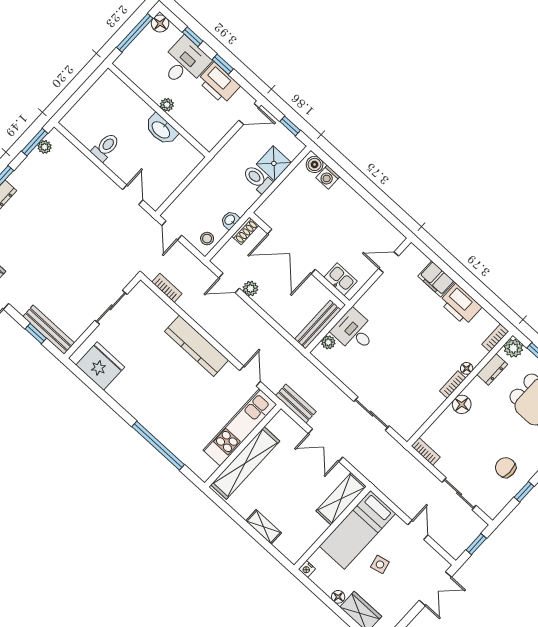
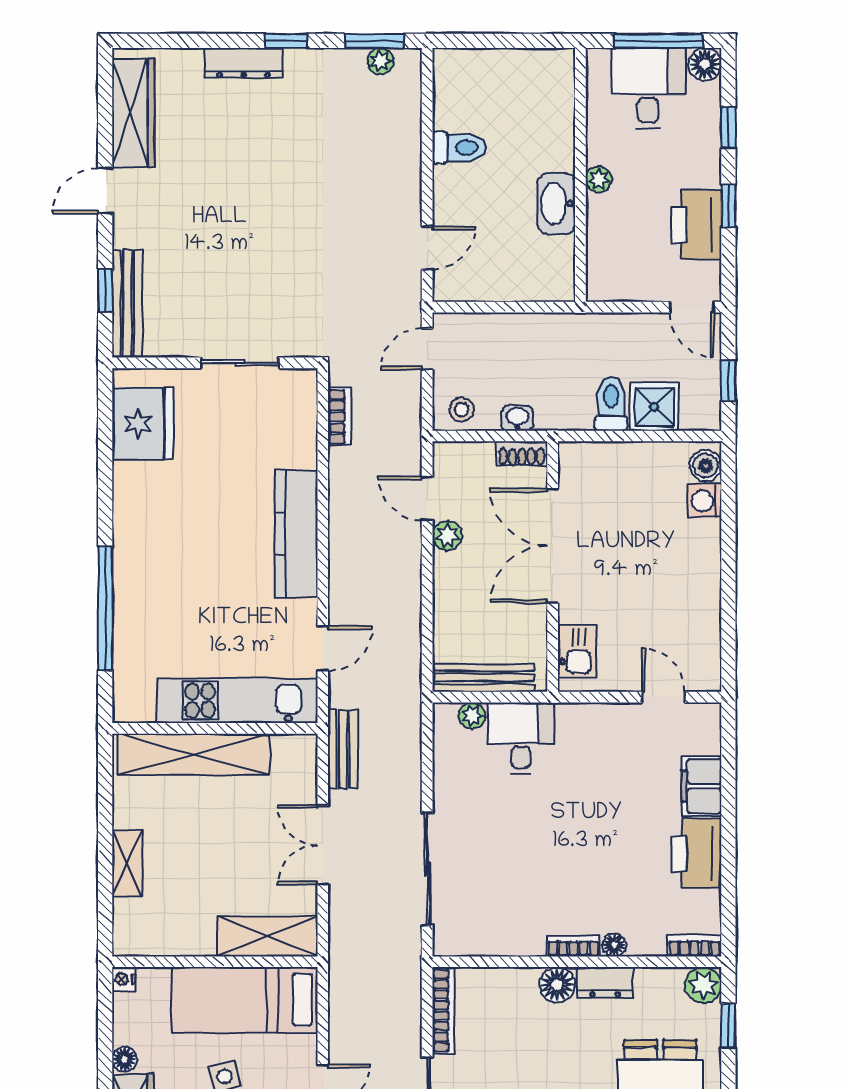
desk: (185, 63) -> (648, 88), moved, turned -90
dresser: (492, 369) -> (605, 982), moved
sliding door: (372, 414) -> (427, 869), width x1.37
bookcase: (426, 452) -> (444, 1011), width x1.56

